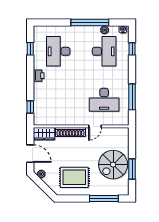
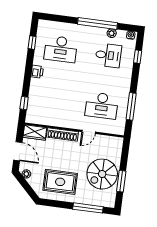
desk: (58, 51) -> (61, 49), turned -90
desk: (104, 51) -> (108, 55), width x0.73

